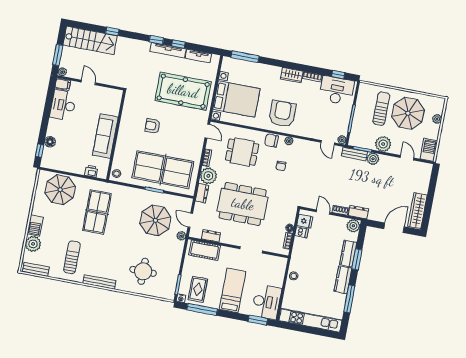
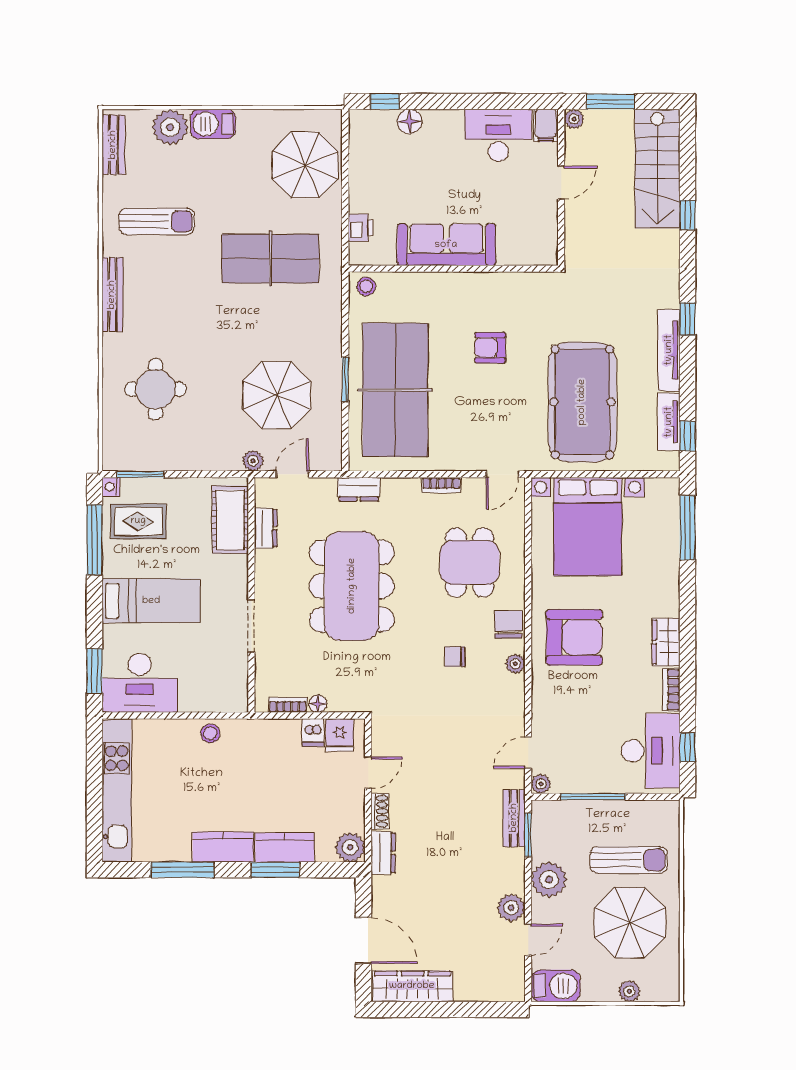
window: (178, 44) -> (688, 436), moved
armchair: (153, 126) -> (490, 348), turned -90
plant: (373, 159) -> (511, 908), moved
plant: (208, 176) -> (401, 496), removed

